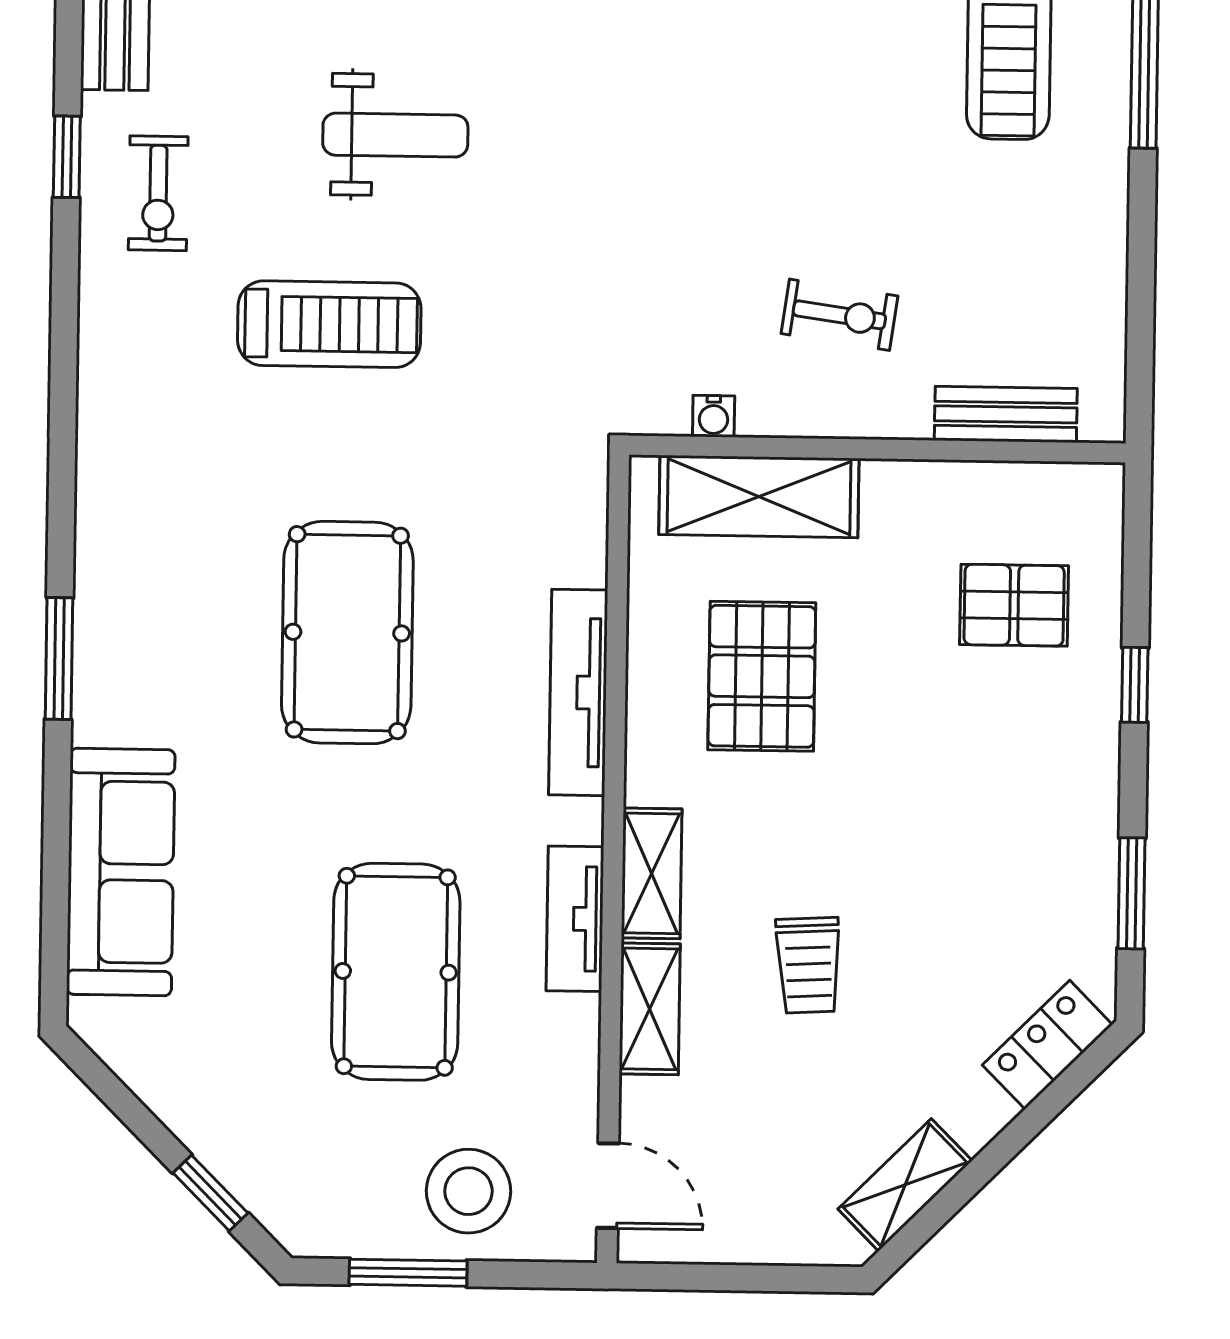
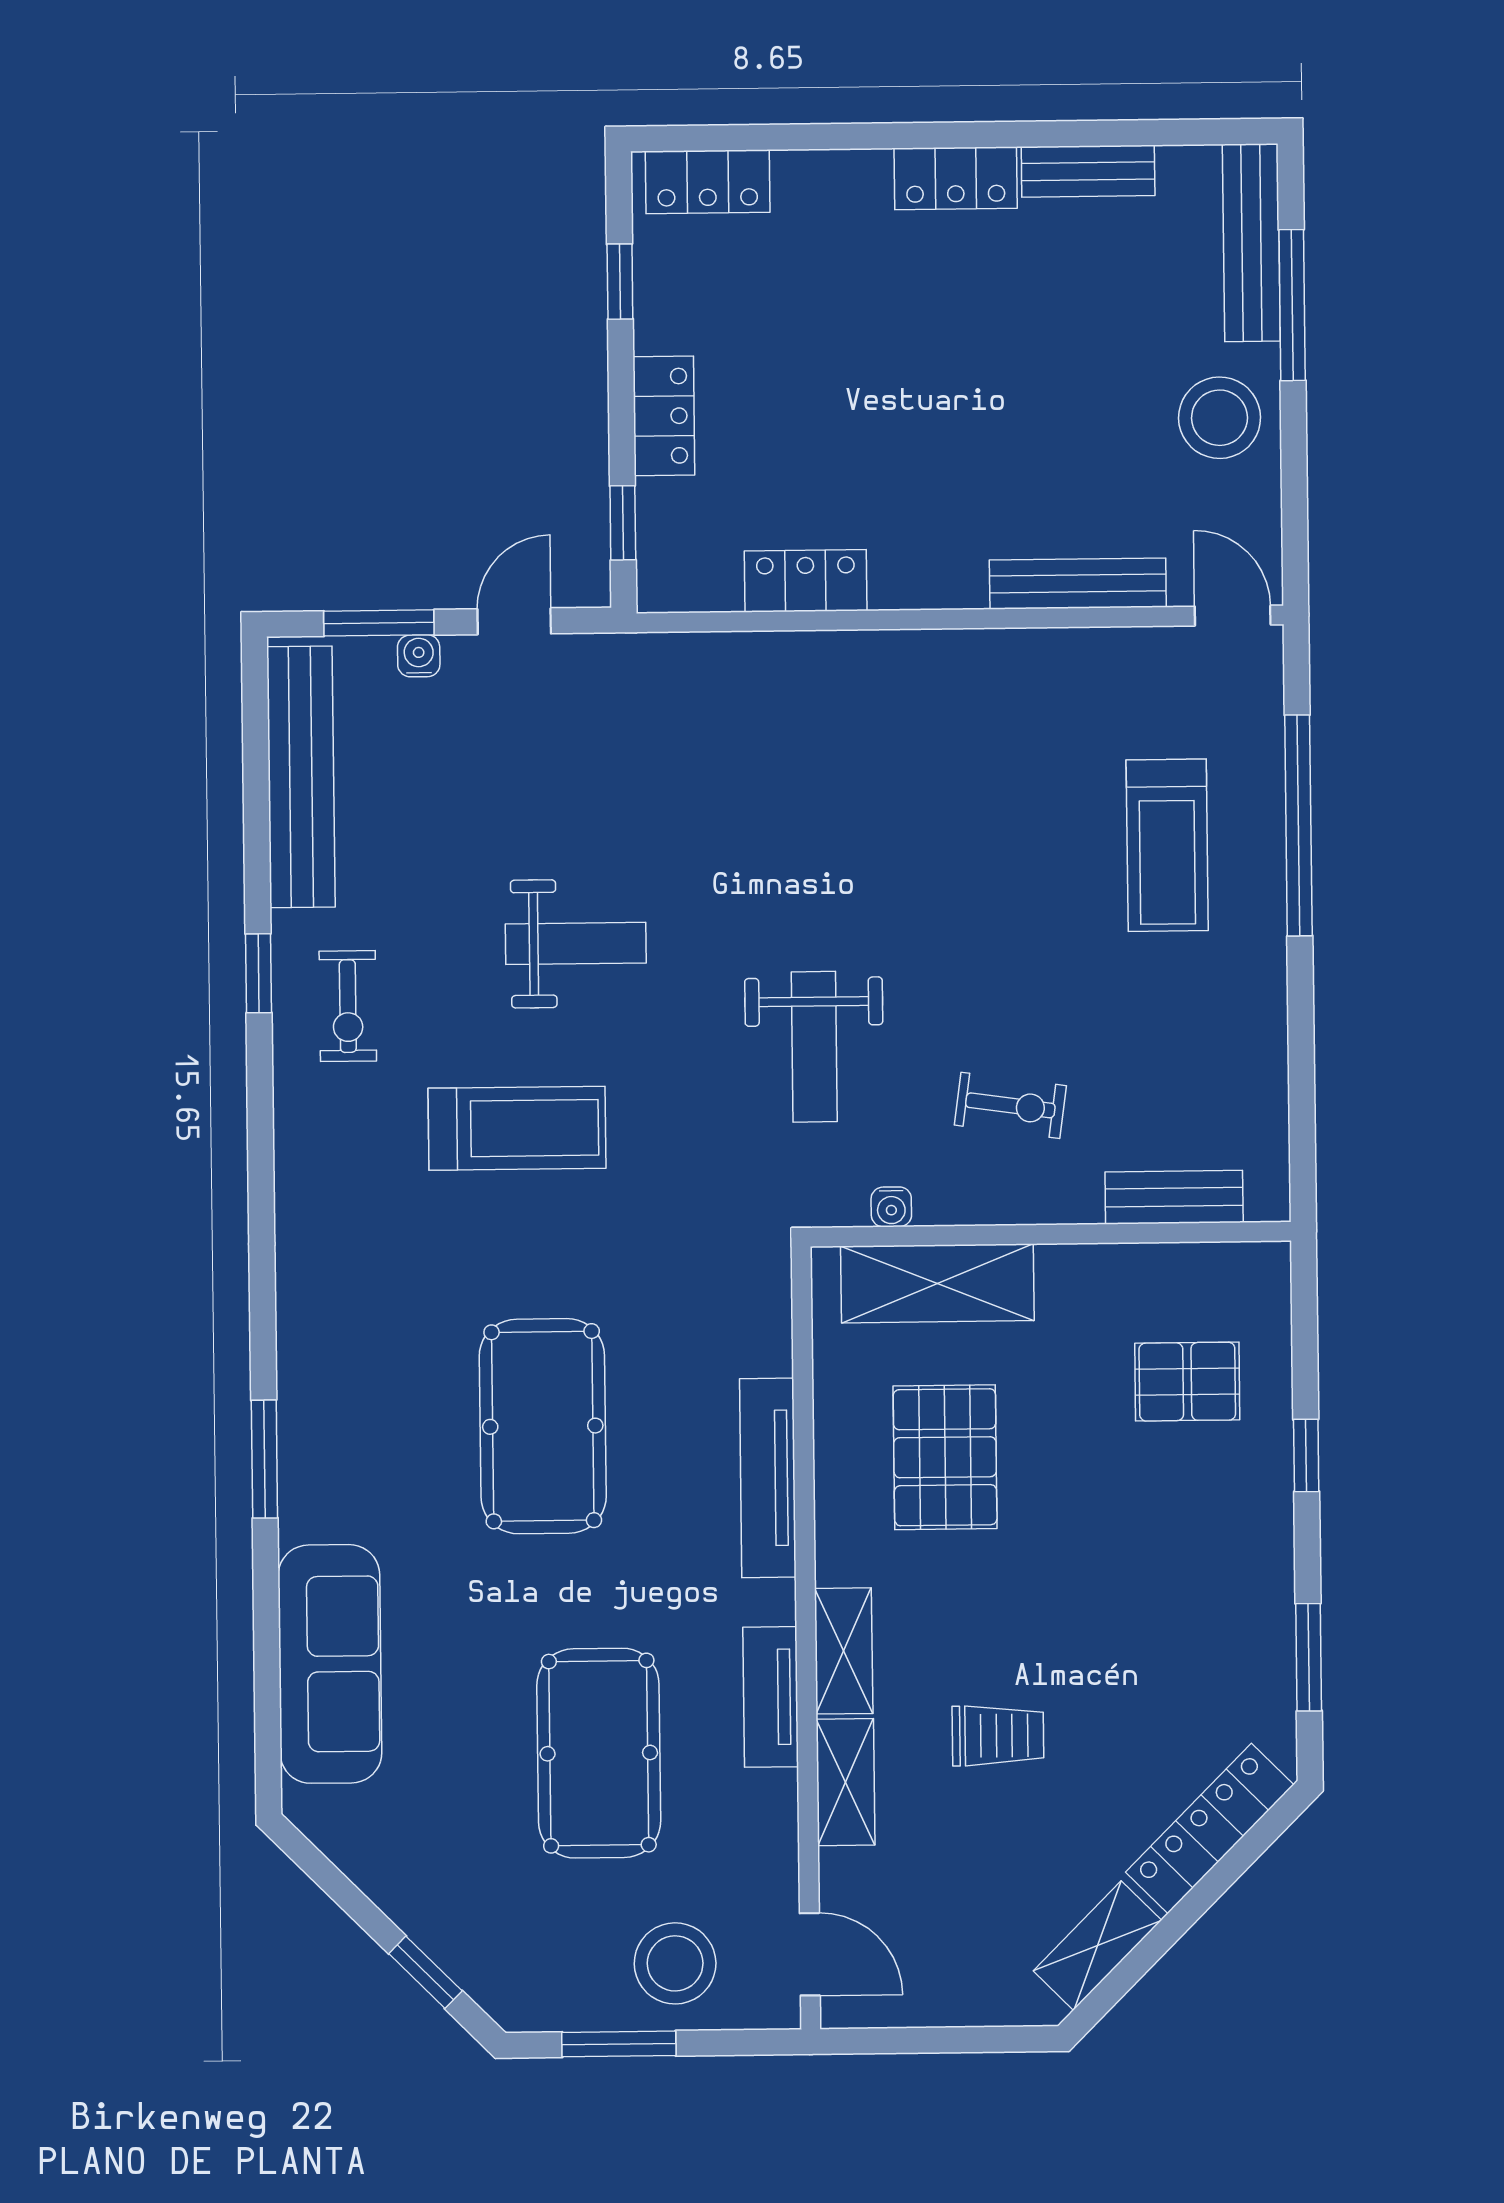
weight bench: (639, 249) -> (814, 1047), added
trolley: (808, 965) -> (998, 1736), turned -87
locker: (1047, 1045) -> (1210, 1828), width x1.53

